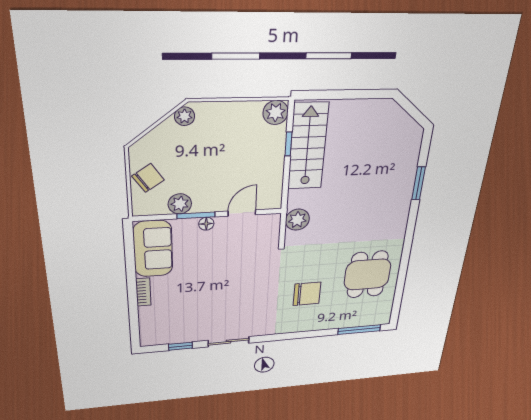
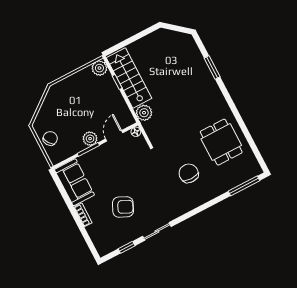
plant: (185, 116) -> (52, 94), removed
plant: (180, 204) -> (90, 139), moved
plant: (297, 220) -> (144, 113), moved
floor lamp: (206, 224) -> (136, 132), moved
chair: (307, 294) -> (189, 173), turned -90
armchair: (202, 301) -> (123, 207), added

